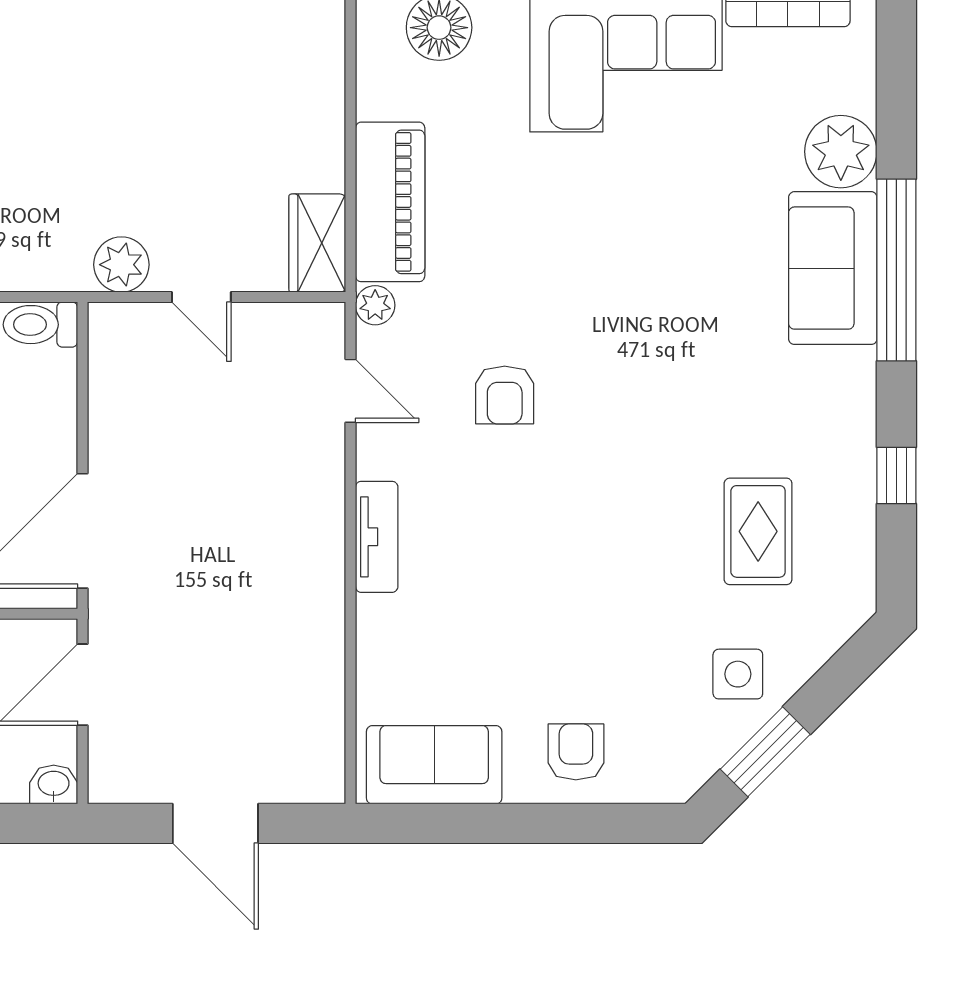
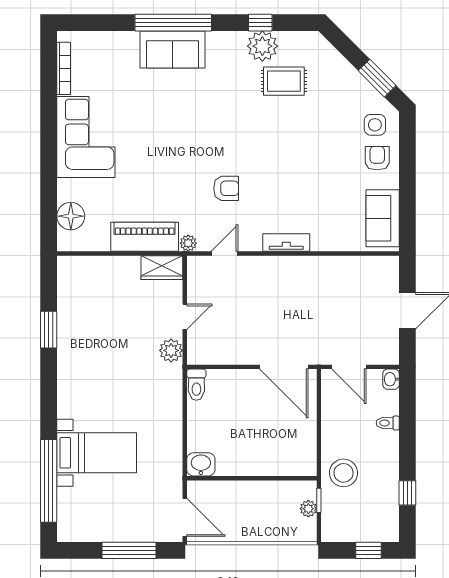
plant: (841, 152) -> (262, 46), moved
side table: (738, 674) -> (375, 125), moved
armchair: (576, 752) -> (377, 158), turned 90

